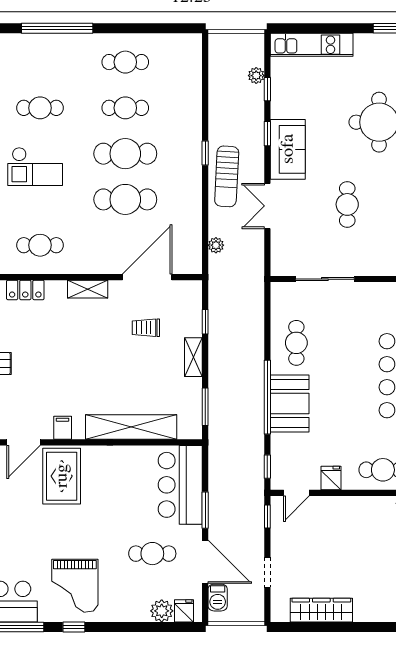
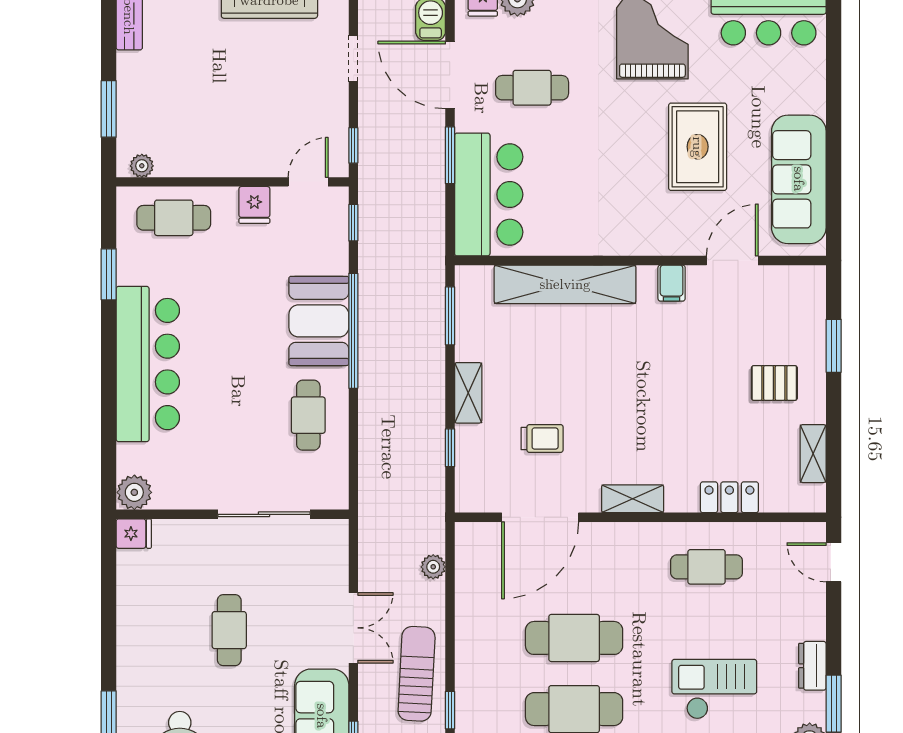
rug: (62, 476) -> (698, 147), moved

